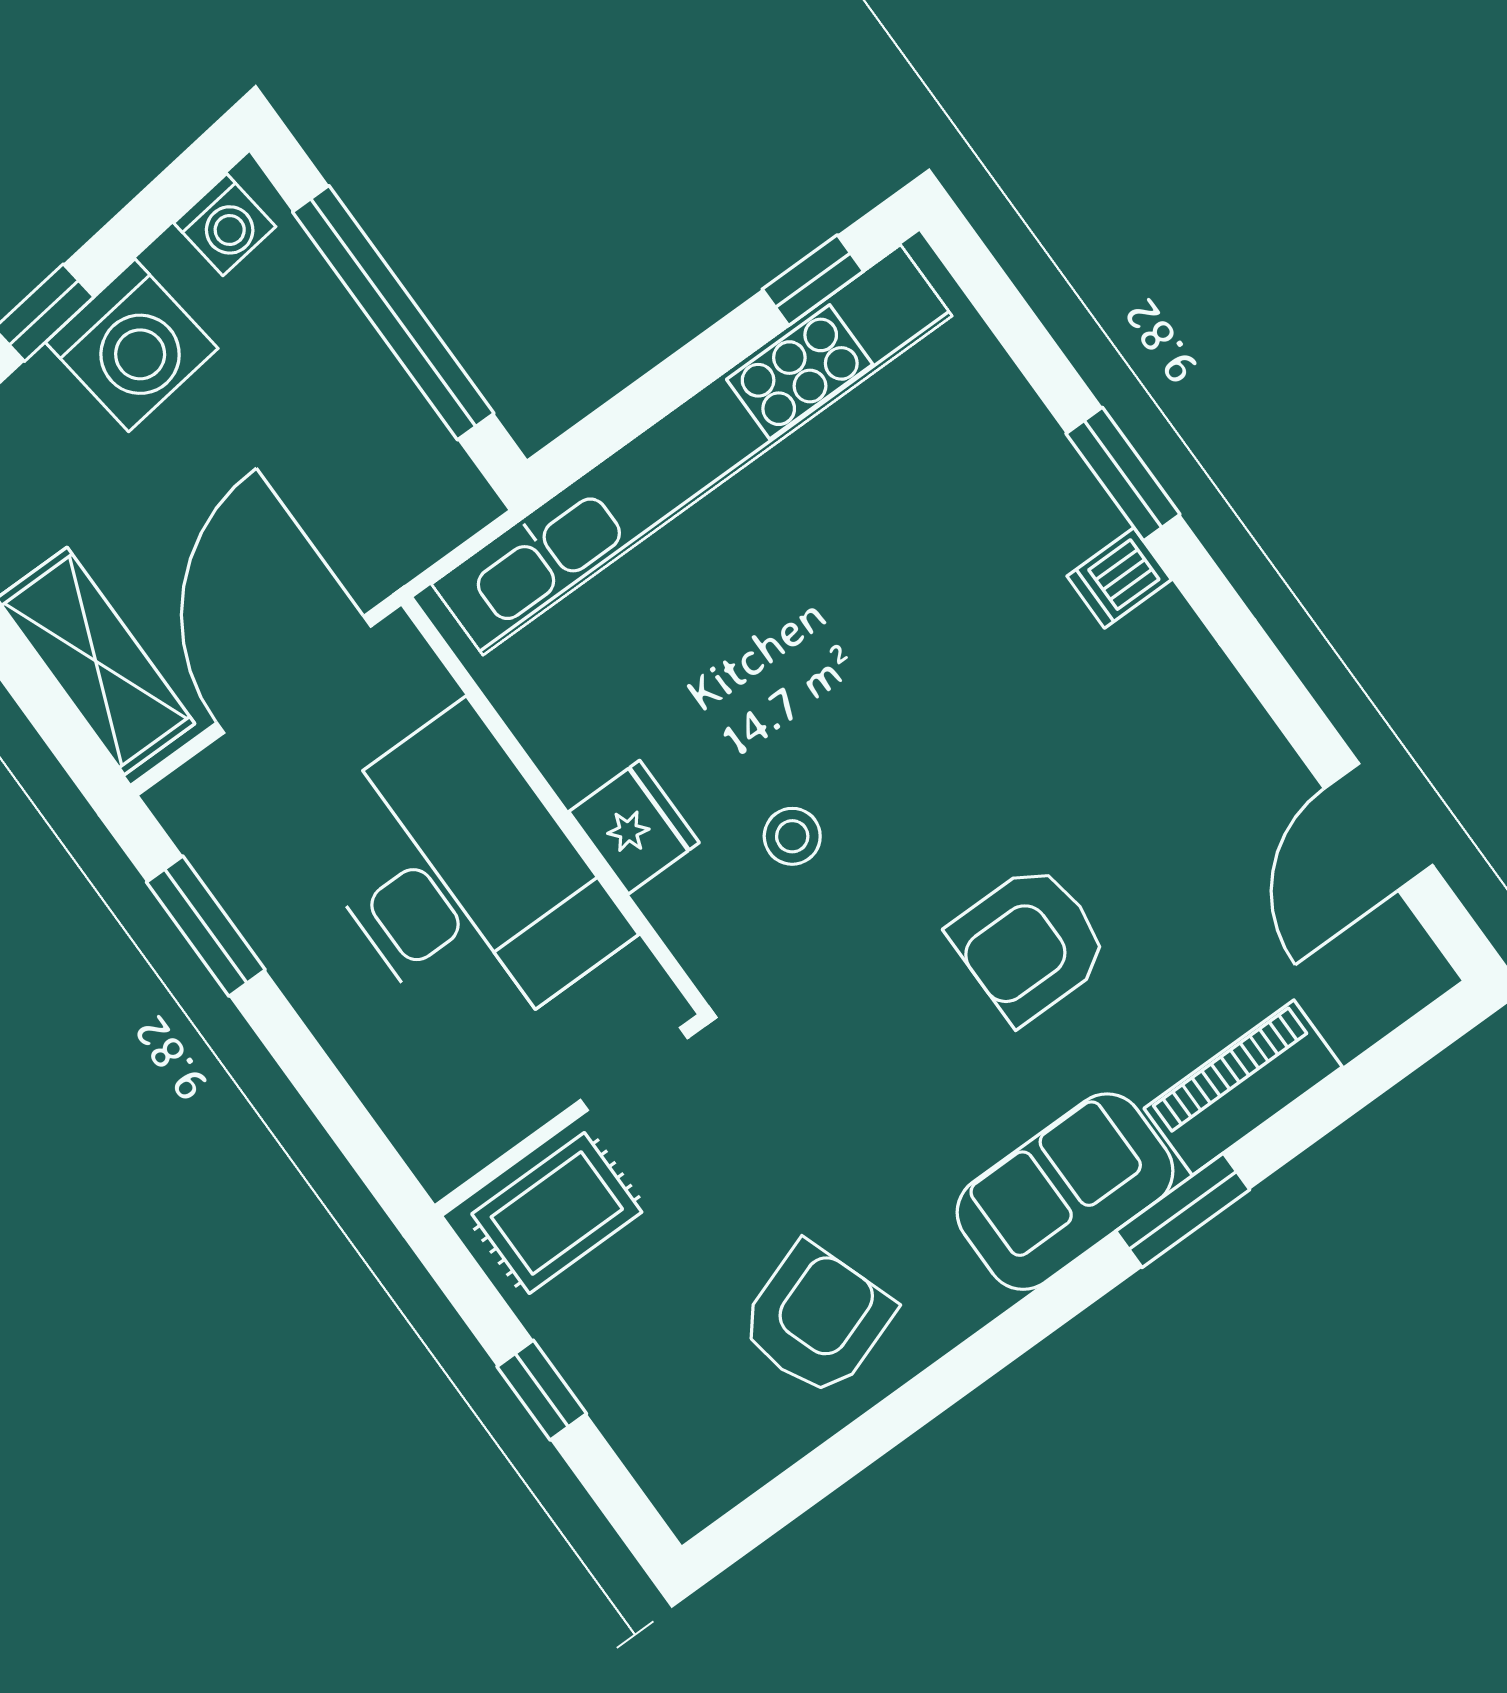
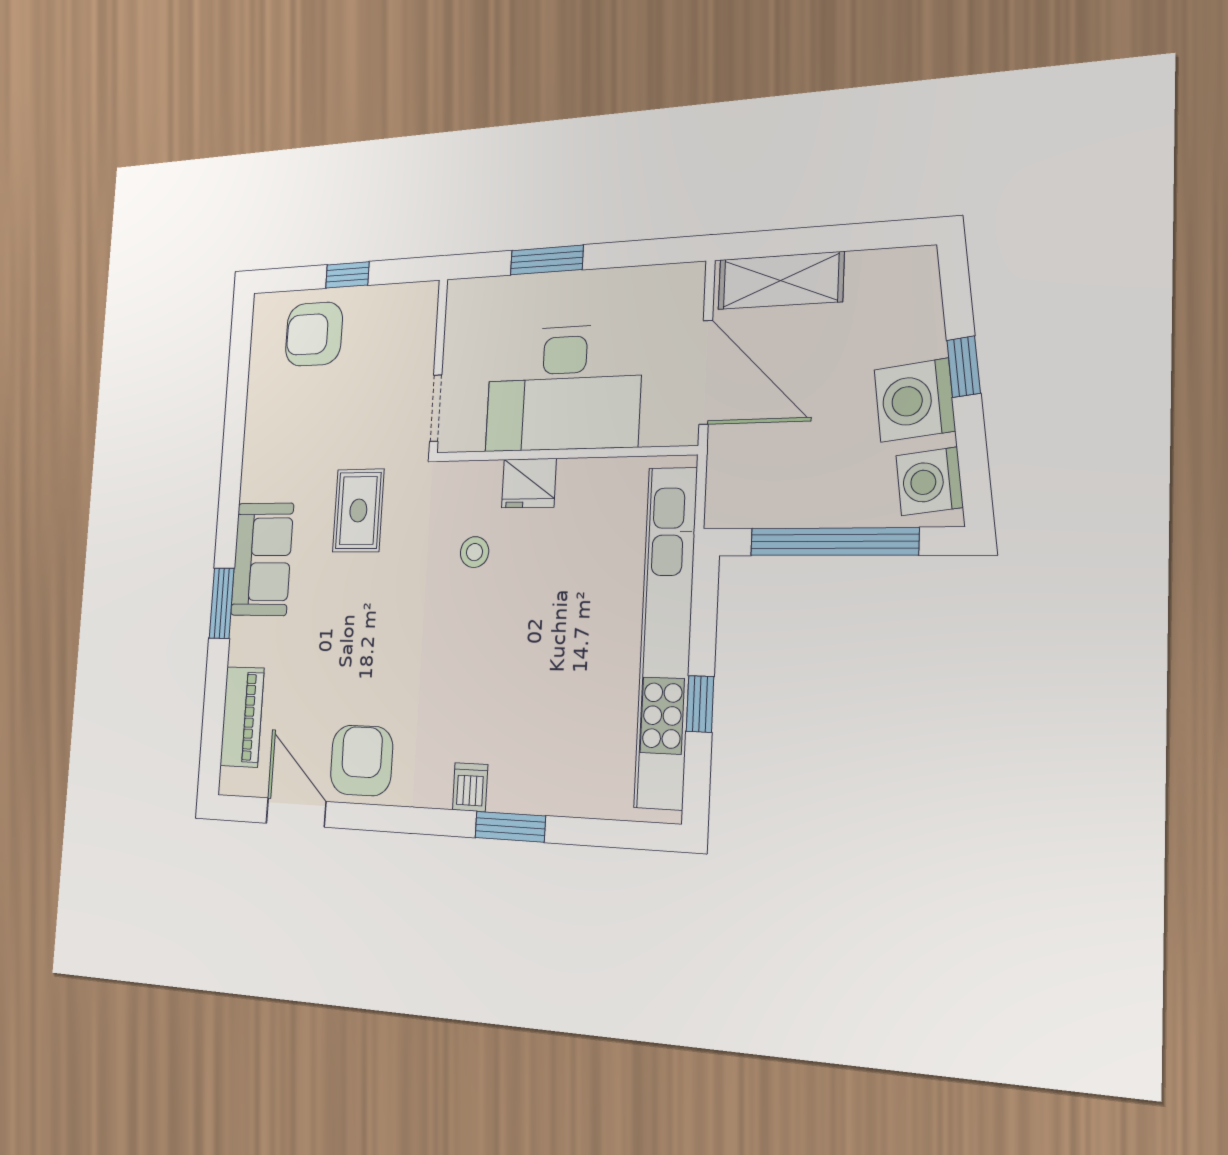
washing machine: (225, 225) -> (929, 481), width x1.38, depth x1.38
window: (813, 280) -> (700, 704), moved
window: (206, 926) -> (547, 260), moved
armchair: (1030, 943) -> (362, 760), moved
piano: (1243, 1088) -> (242, 717), moved
rug: (557, 1213) -> (358, 510), moved
armchair: (817, 1320) -> (314, 334), moved, turned 109

